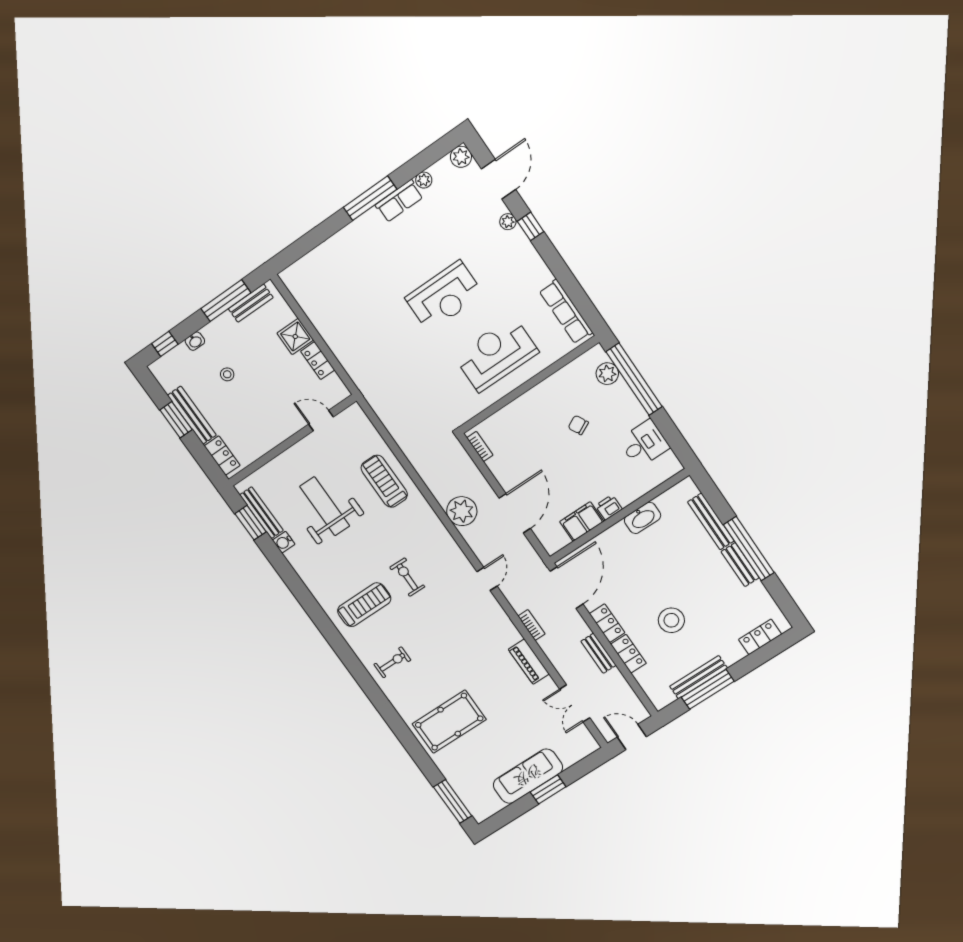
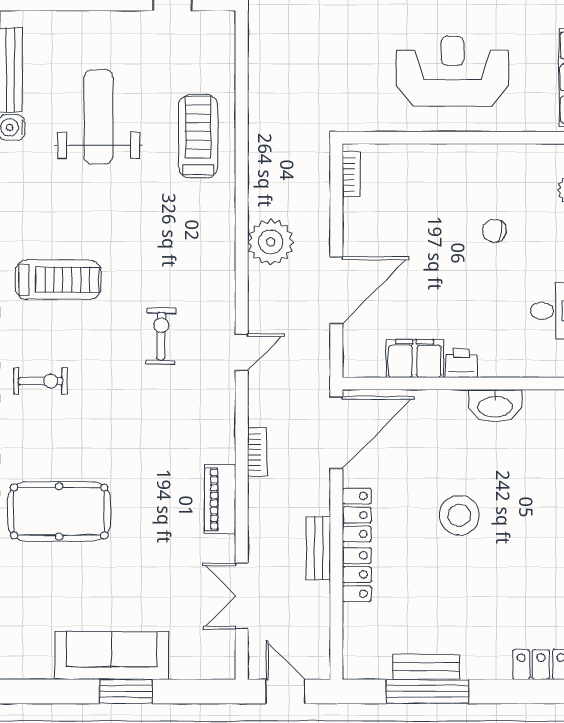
chair: (578, 425) -> (494, 231), turned -51
exercise bike: (407, 577) -> (161, 336), moved
stool: (671, 620) -> (459, 515), moved
bench: (698, 677) -> (426, 667), width x0.73

